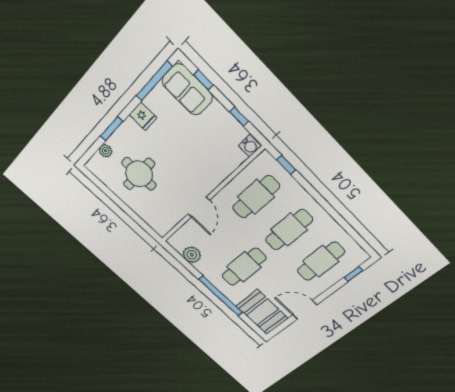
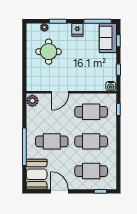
plant: (192, 255) -> (32, 101), moved

